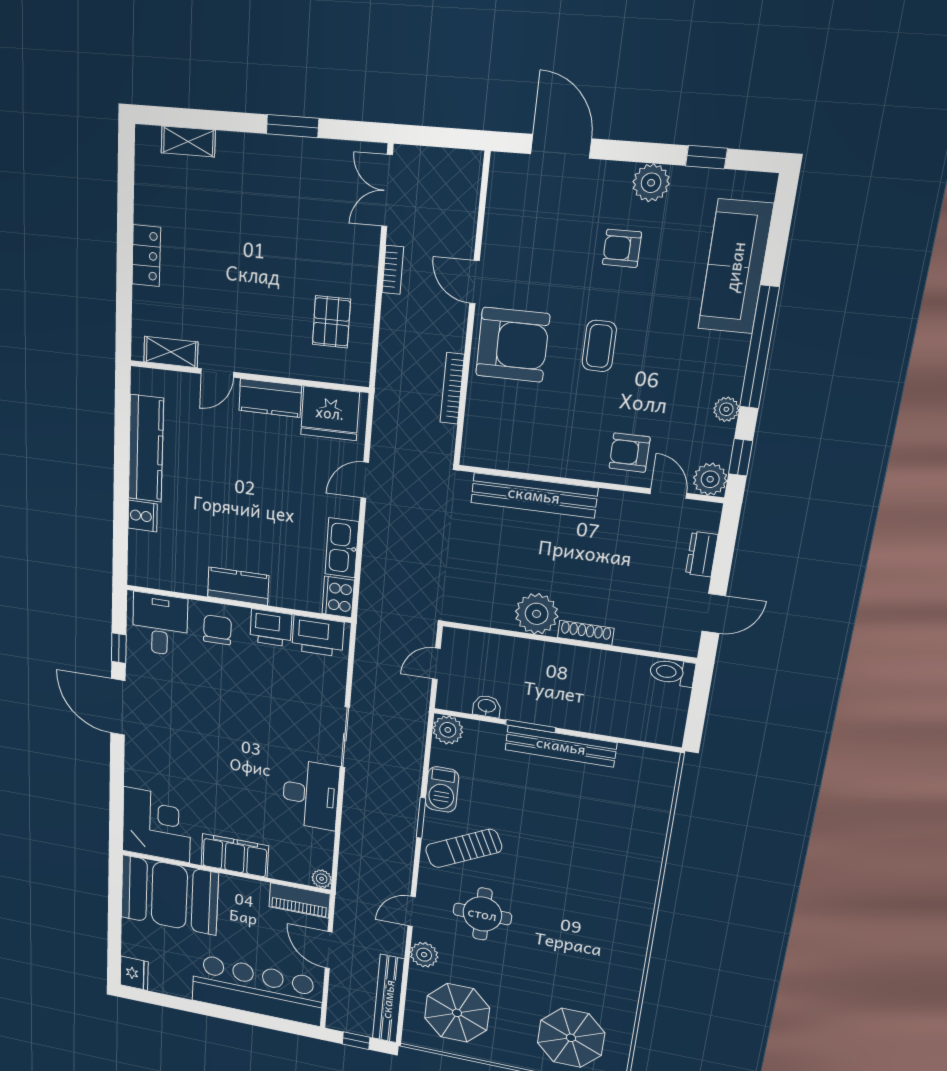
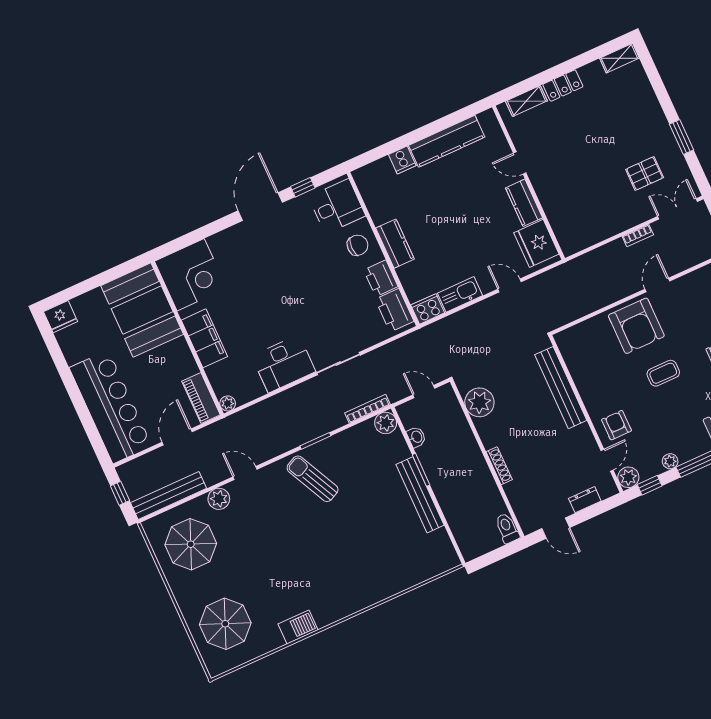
shelving: (188, 142) -> (619, 58), moved, turned 90
pallet: (331, 322) -> (645, 173), moved
shelving: (171, 352) -> (526, 101), moved, turned 90
bookcase: (452, 388) -> (367, 409), moved
plant: (537, 614) -> (479, 402), moved
barbecue: (442, 789) -> (298, 627), moved, turned 180
round table: (482, 914) -> (275, 517), removed

